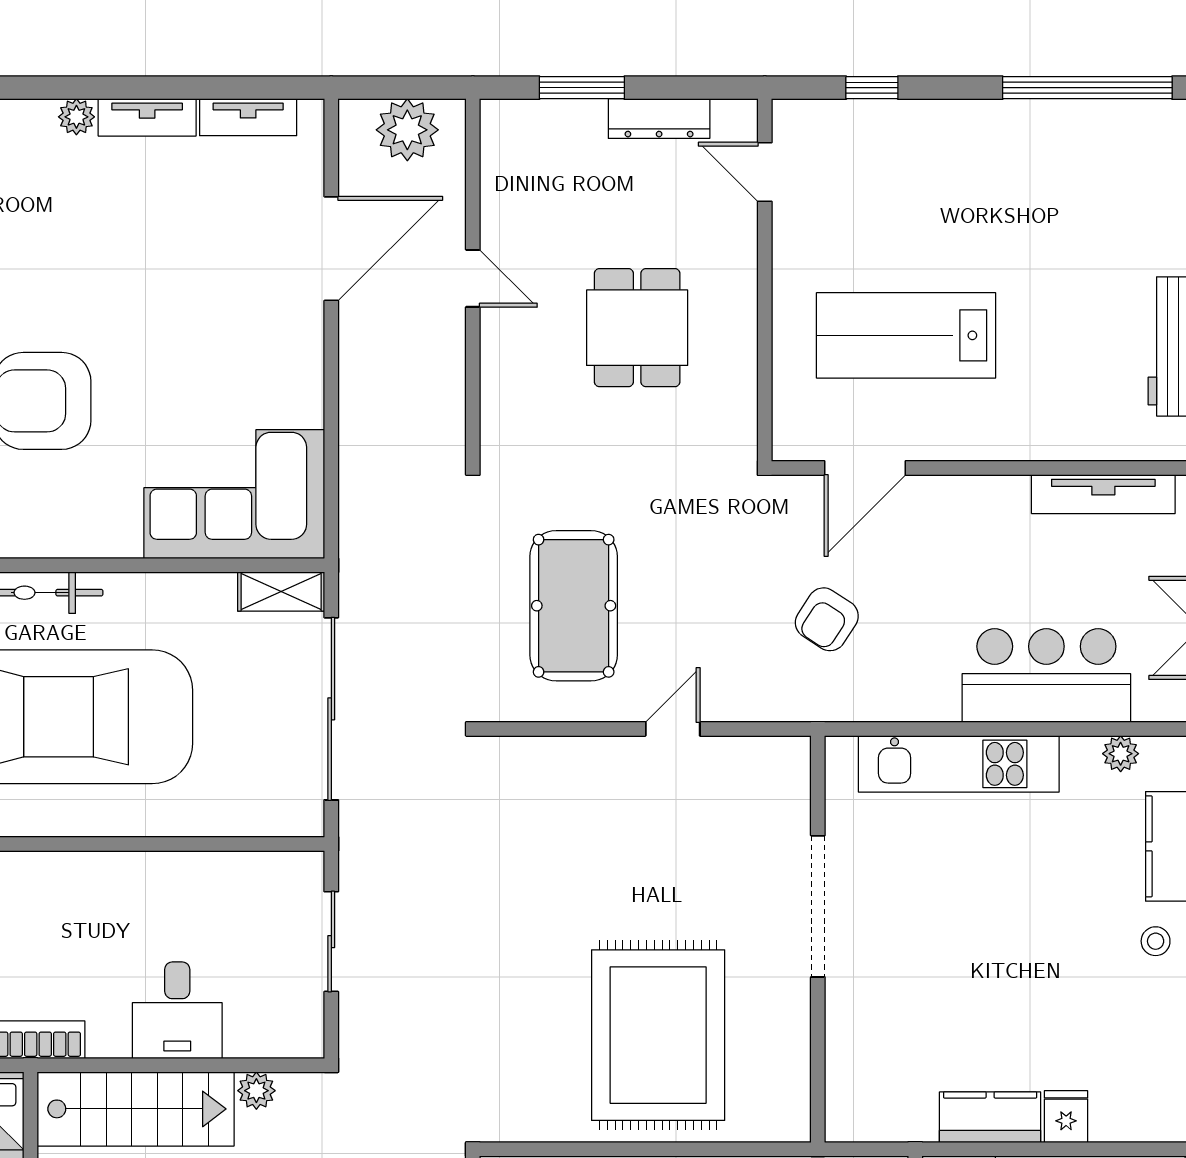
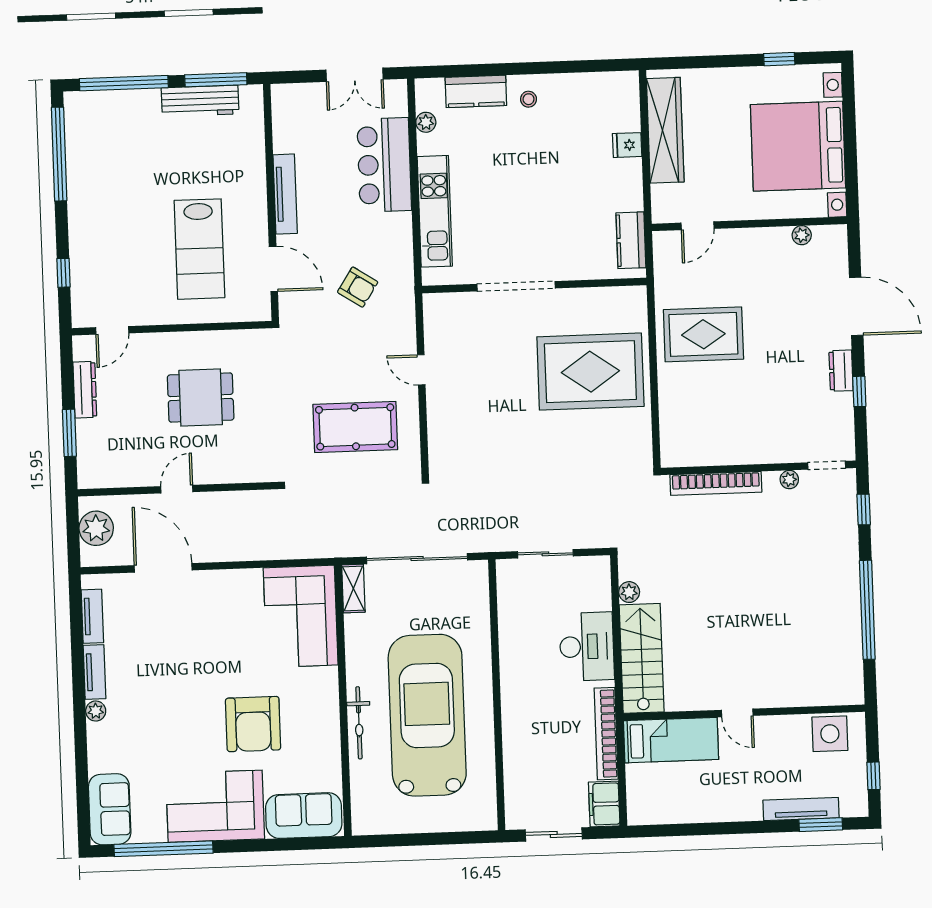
tv unit: (1103, 494) -> (285, 194), moved
desk: (177, 1010) -> (587, 647), width x1.37
kitchen counter: (990, 1117) -> (631, 240), moved

